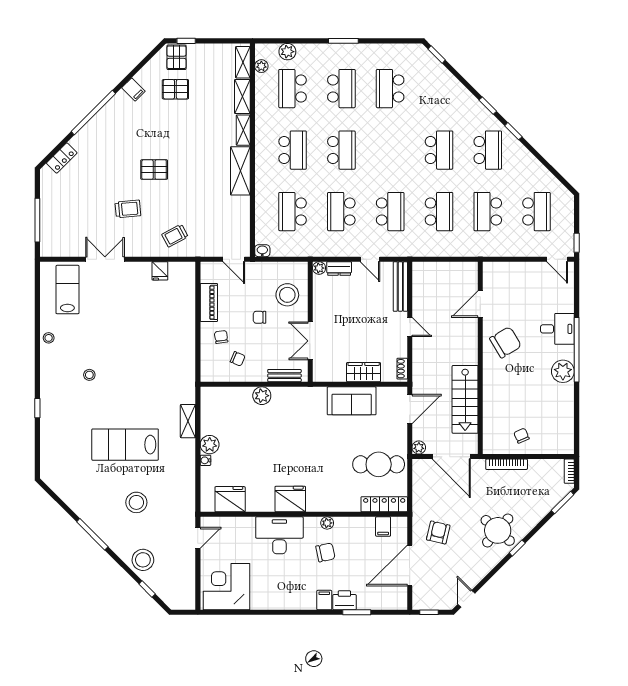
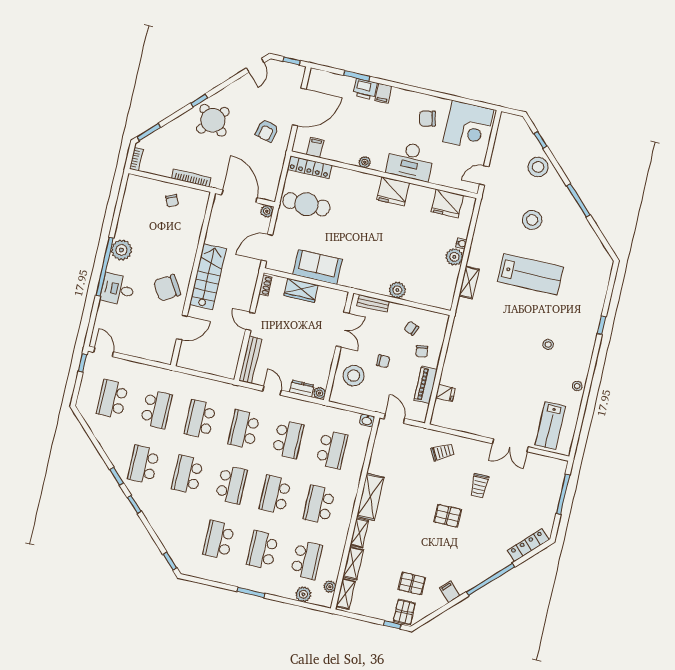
school desk: (390, 89) -> (219, 540), turned 180
school desk: (390, 150) -> (231, 485), added
locker: (62, 158) -> (528, 545), width x1.53
trolley: (128, 209) -> (479, 486), turned -85
fridge: (160, 271) -> (445, 393), moved, turned 90
stairs: (465, 399) -> (208, 277), moved
chair: (325, 552) -> (427, 119), moved

